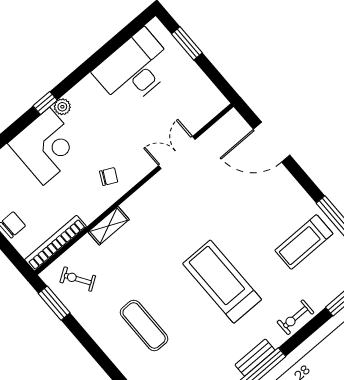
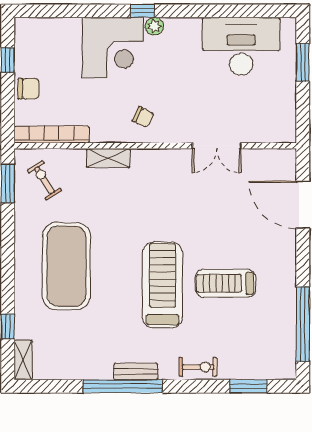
double door: (177, 153) -> (217, 146), swing flipped
treadmill: (304, 242) -> (226, 283), moved
exercise bike: (295, 317) -> (198, 367), turned 180
exercise mat: (144, 326) -> (66, 266), width x2.00, depth x1.45

